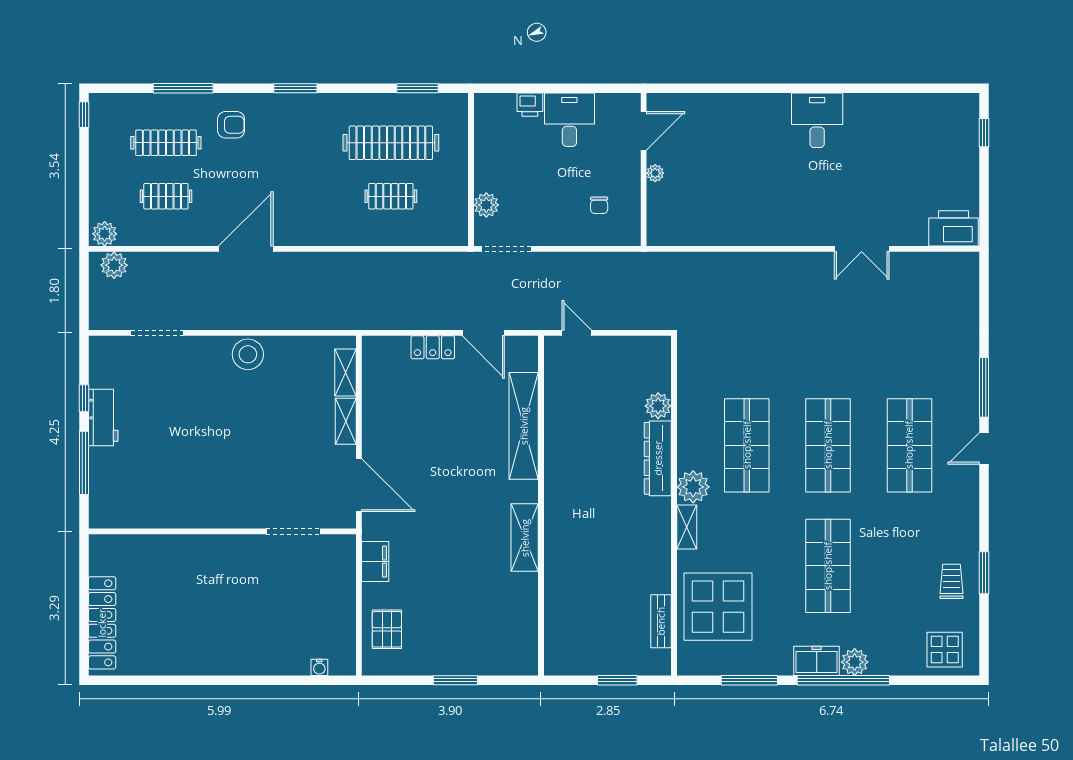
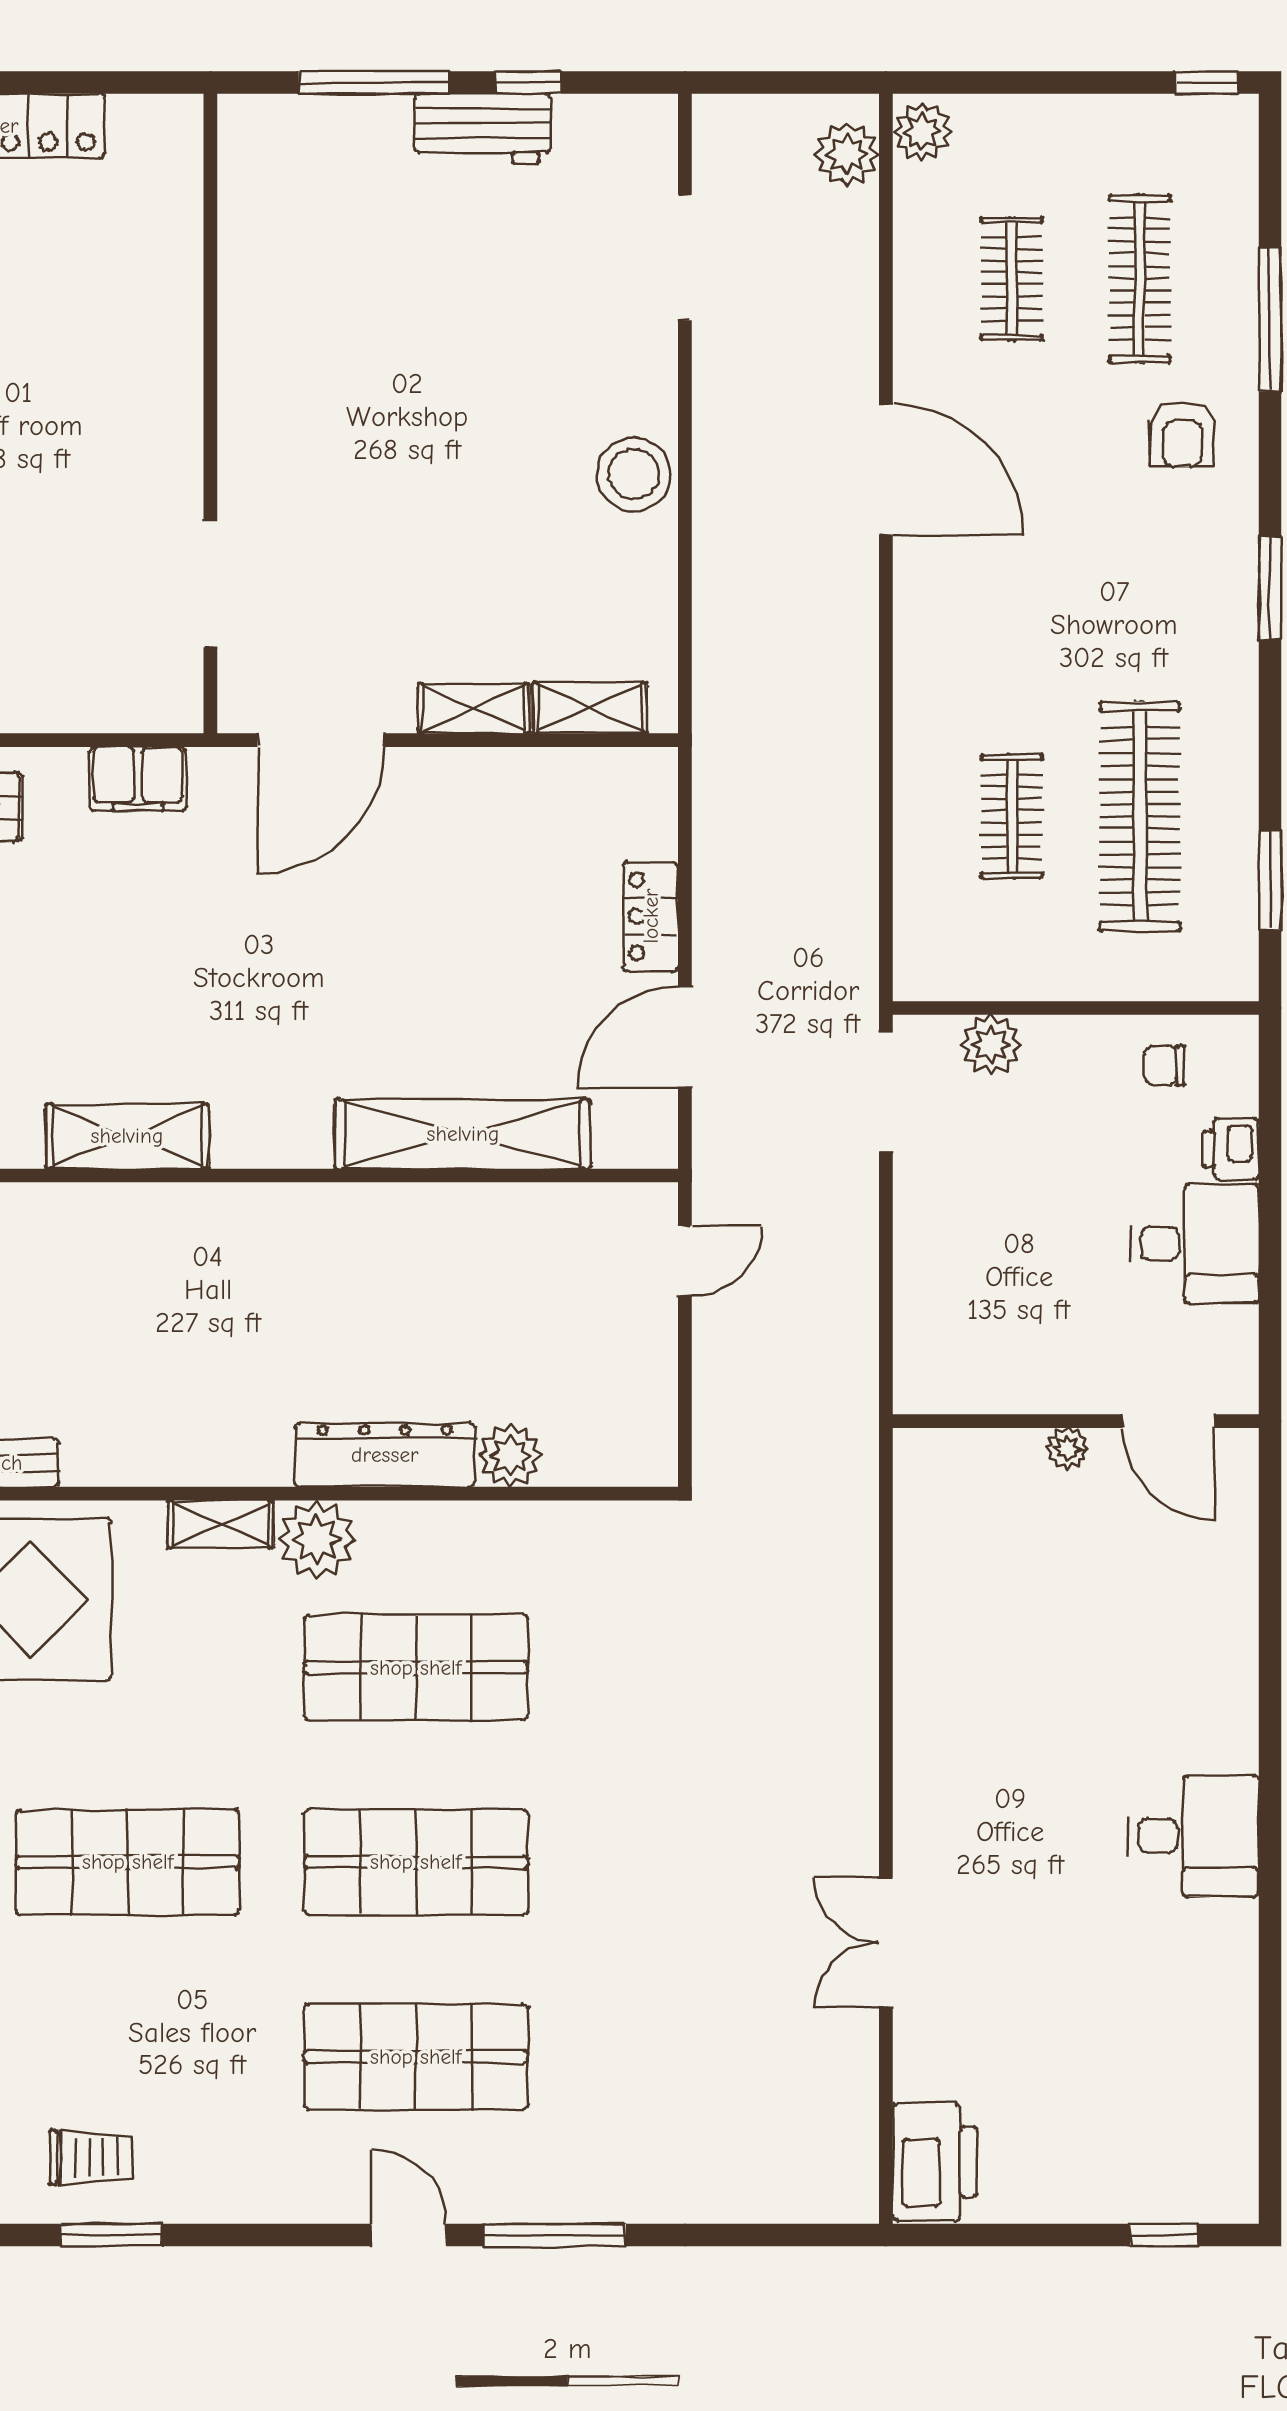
chair: (599, 205) -> (1164, 1065), moved
shelving: (525, 538) -> (127, 1136), moved

